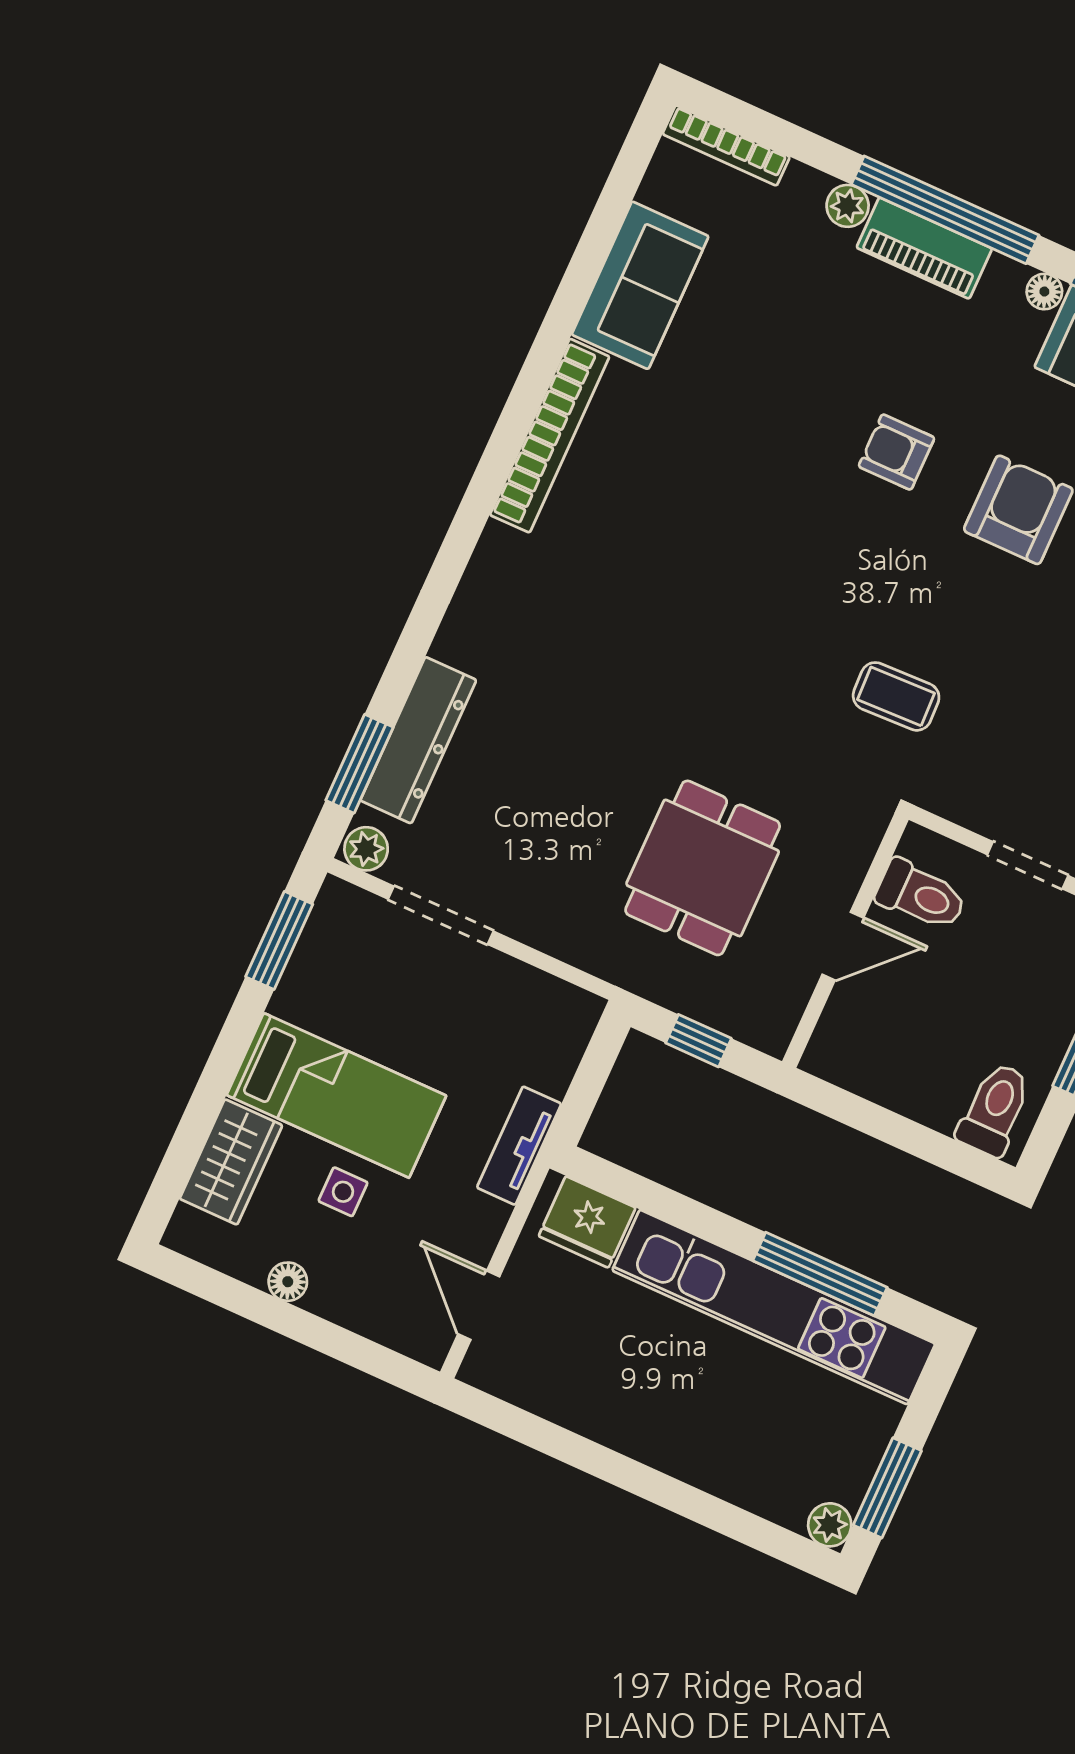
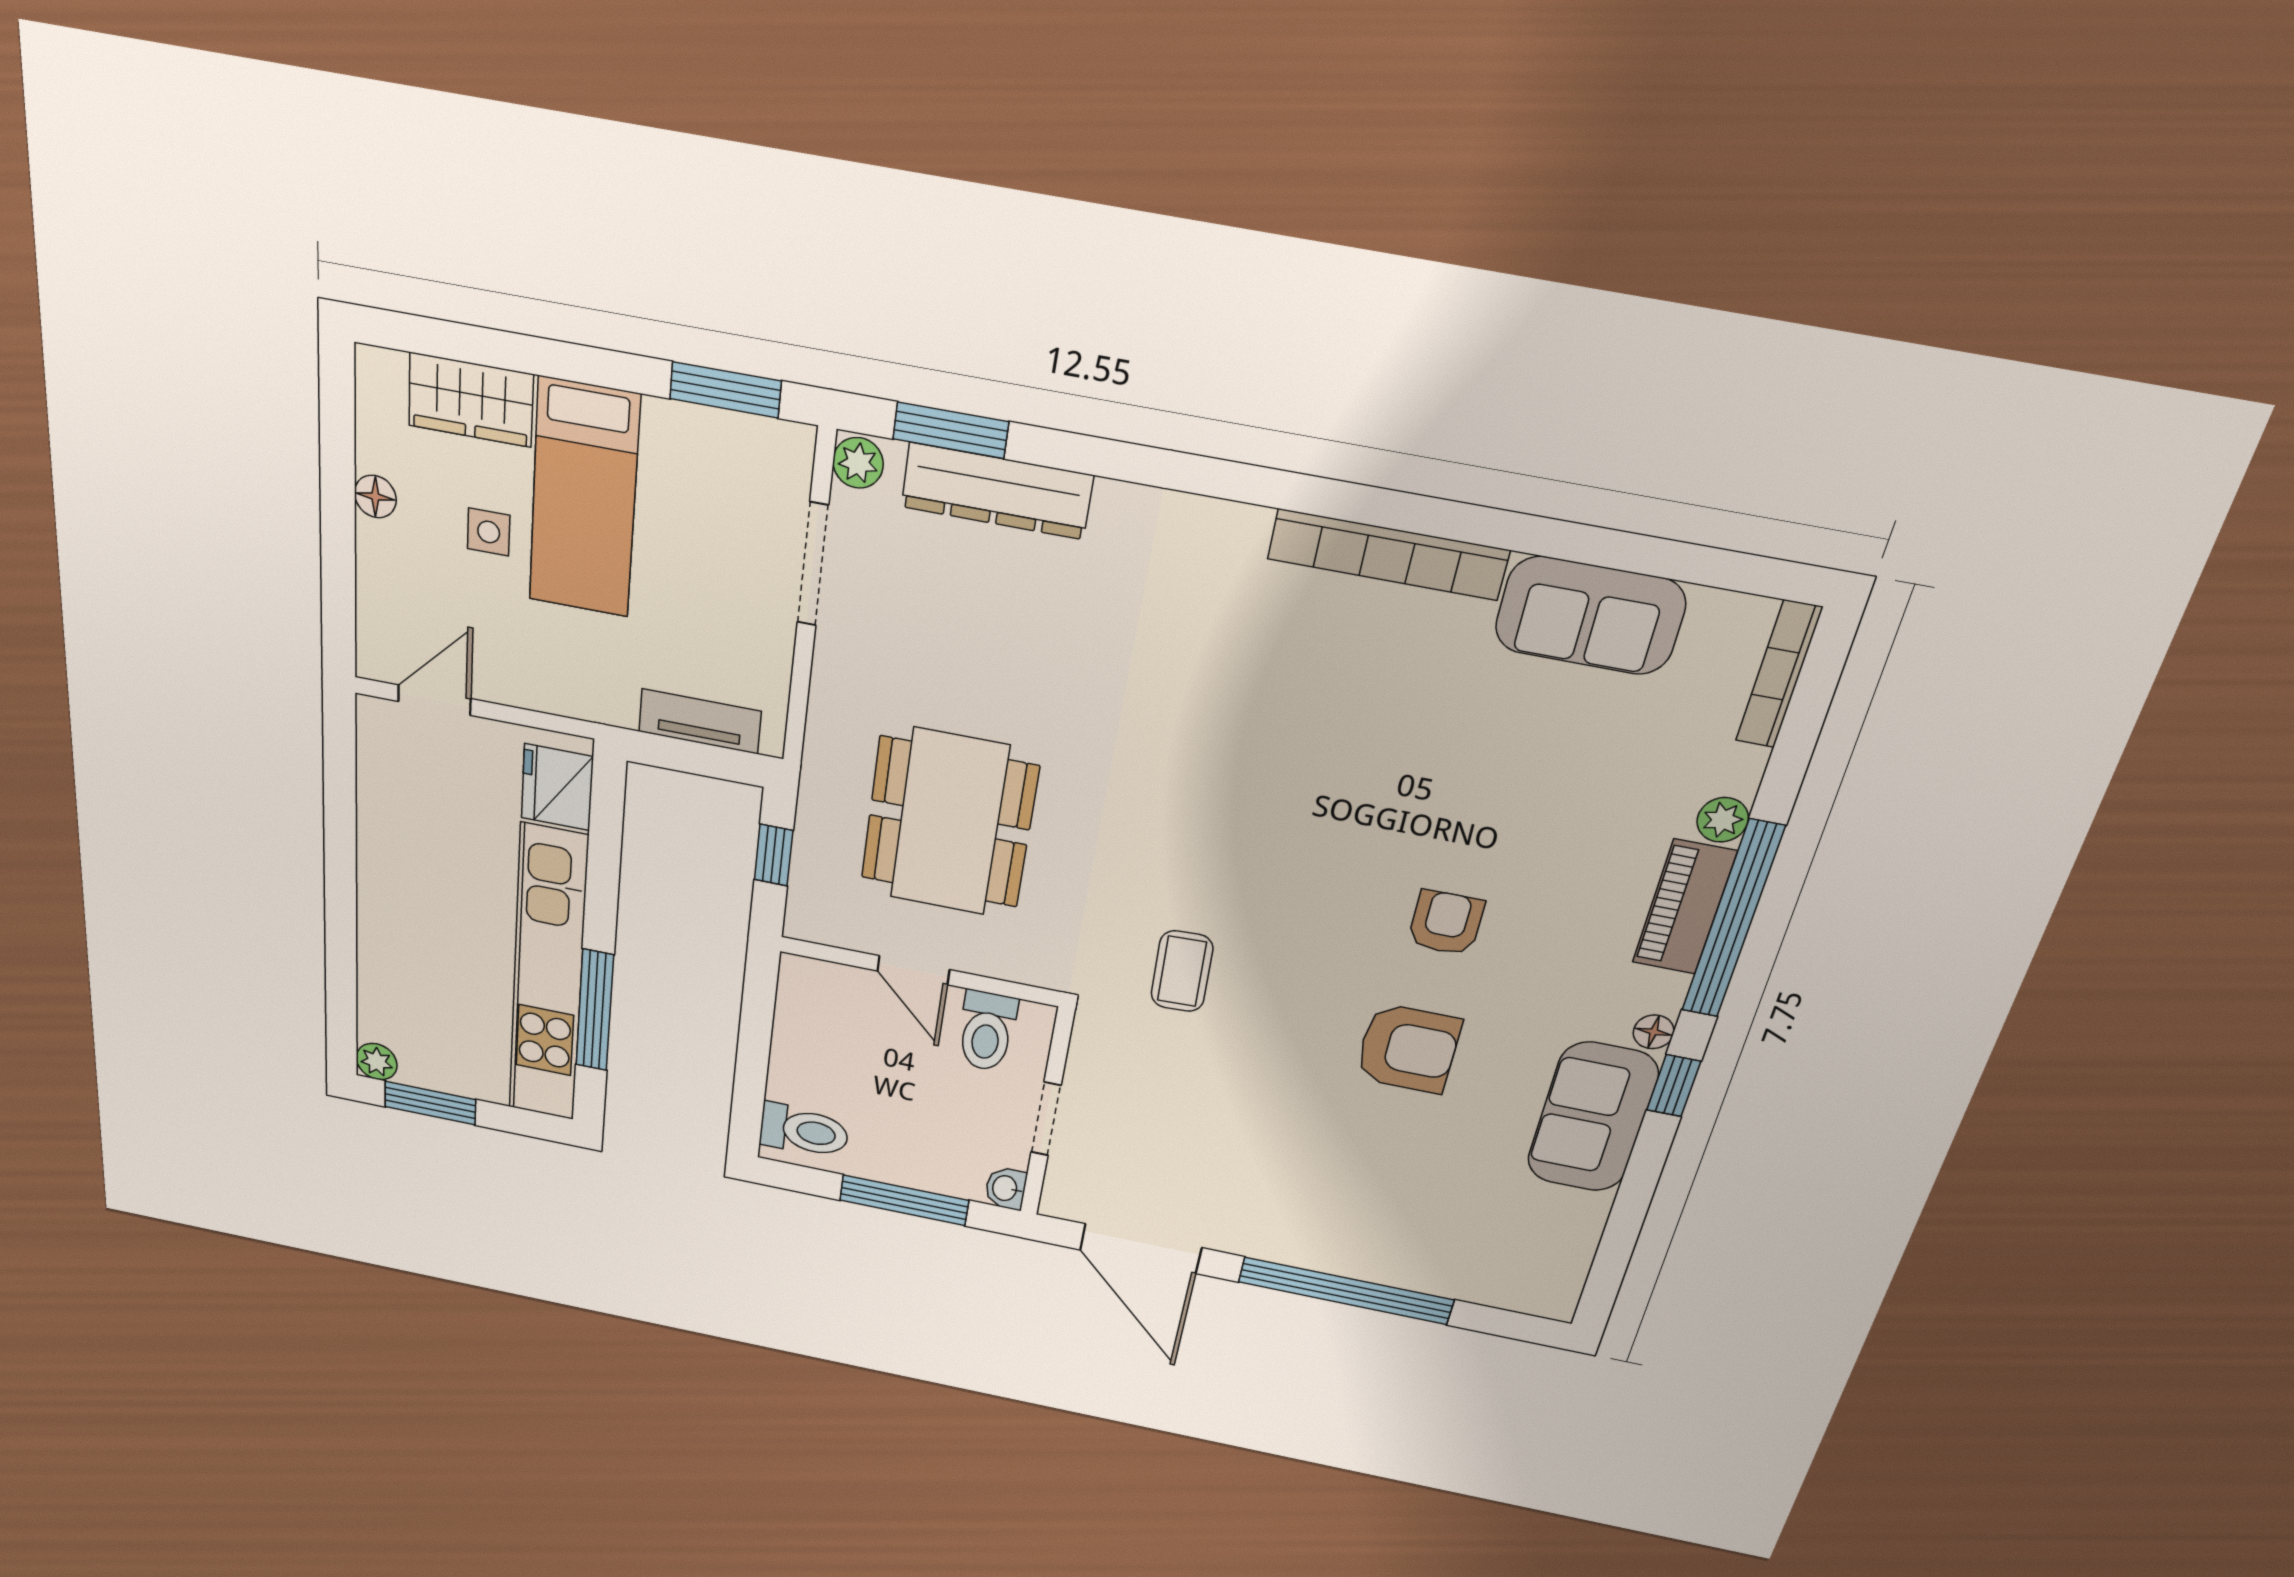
dining table: (703, 868) -> (949, 822), width x1.38
tv unit: (519, 1146) -> (700, 721), moved

